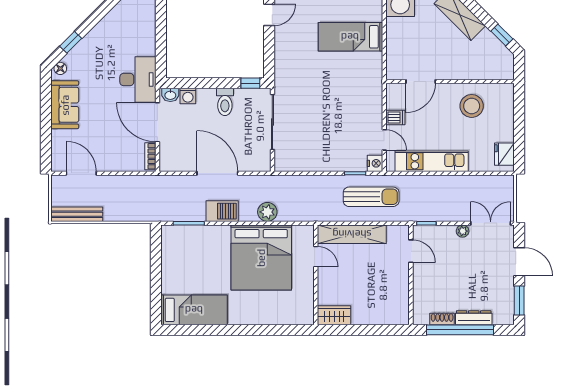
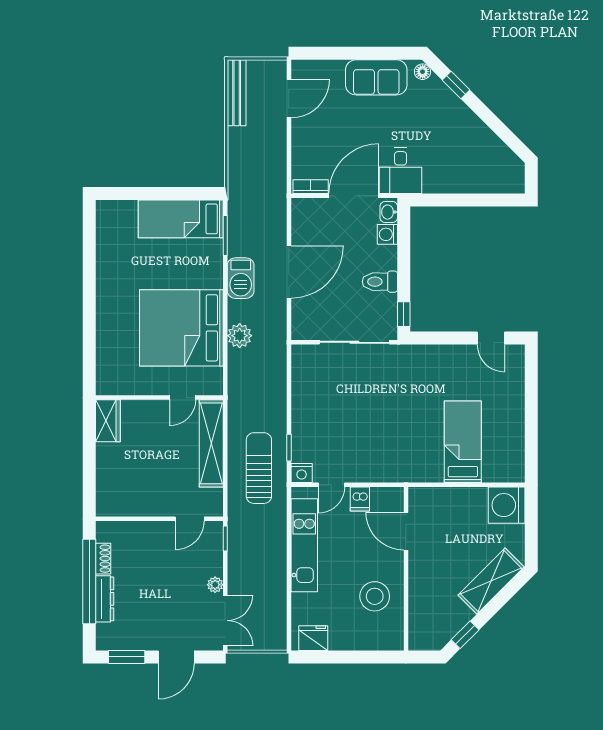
desk: (138, 80) -> (401, 171), width x0.73
sun lounger: (371, 197) -> (259, 468), turned 180
bed: (194, 310) -> (181, 219), moved, turned 90

